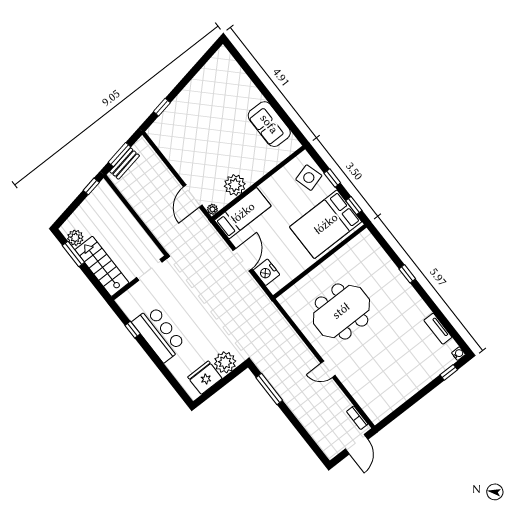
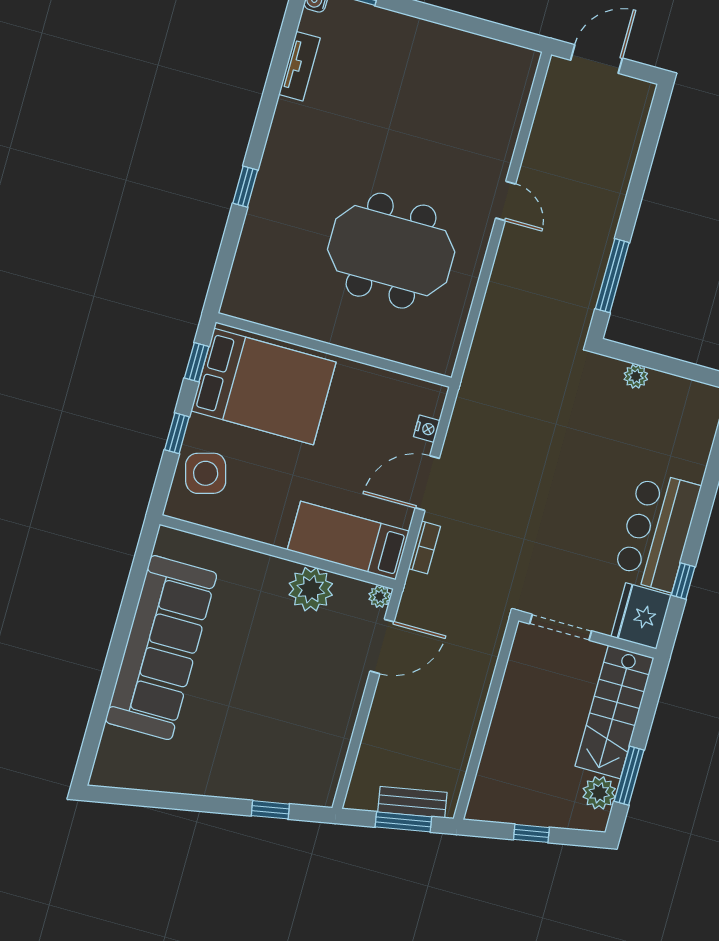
sofa: (269, 124) -> (161, 648), width x1.85, depth x1.27
window: (91, 186) -> (531, 833), moved
nightstand: (267, 272) -> (427, 429), width x0.53, depth x0.56
plant: (225, 362) -> (636, 376), width x0.53, depth x0.53
fridge: (205, 378) -> (641, 616), moved, turned 90
bookcase: (357, 418) -> (424, 547), moved

